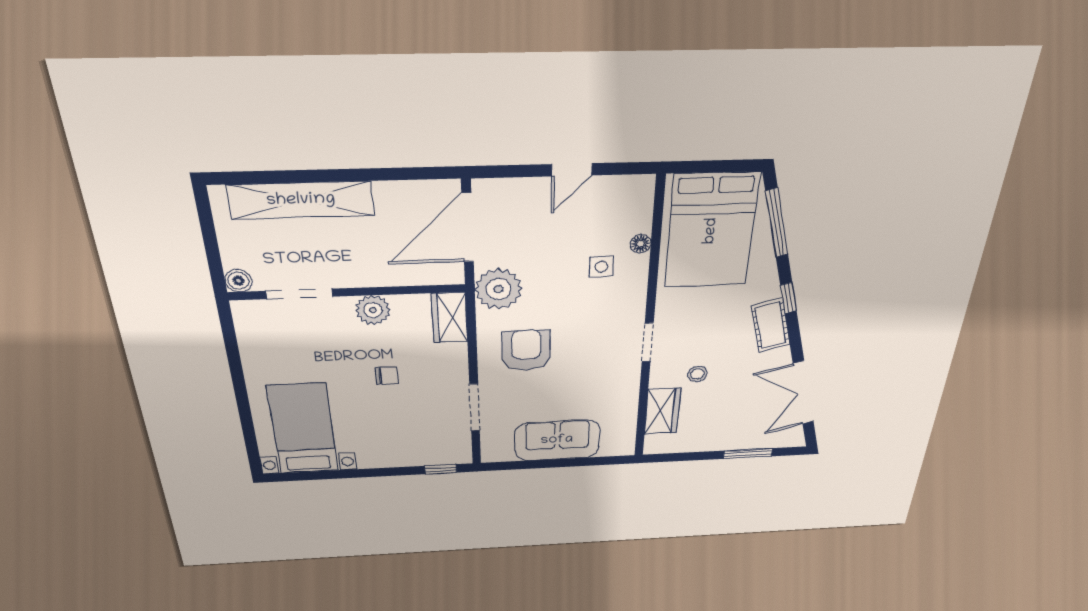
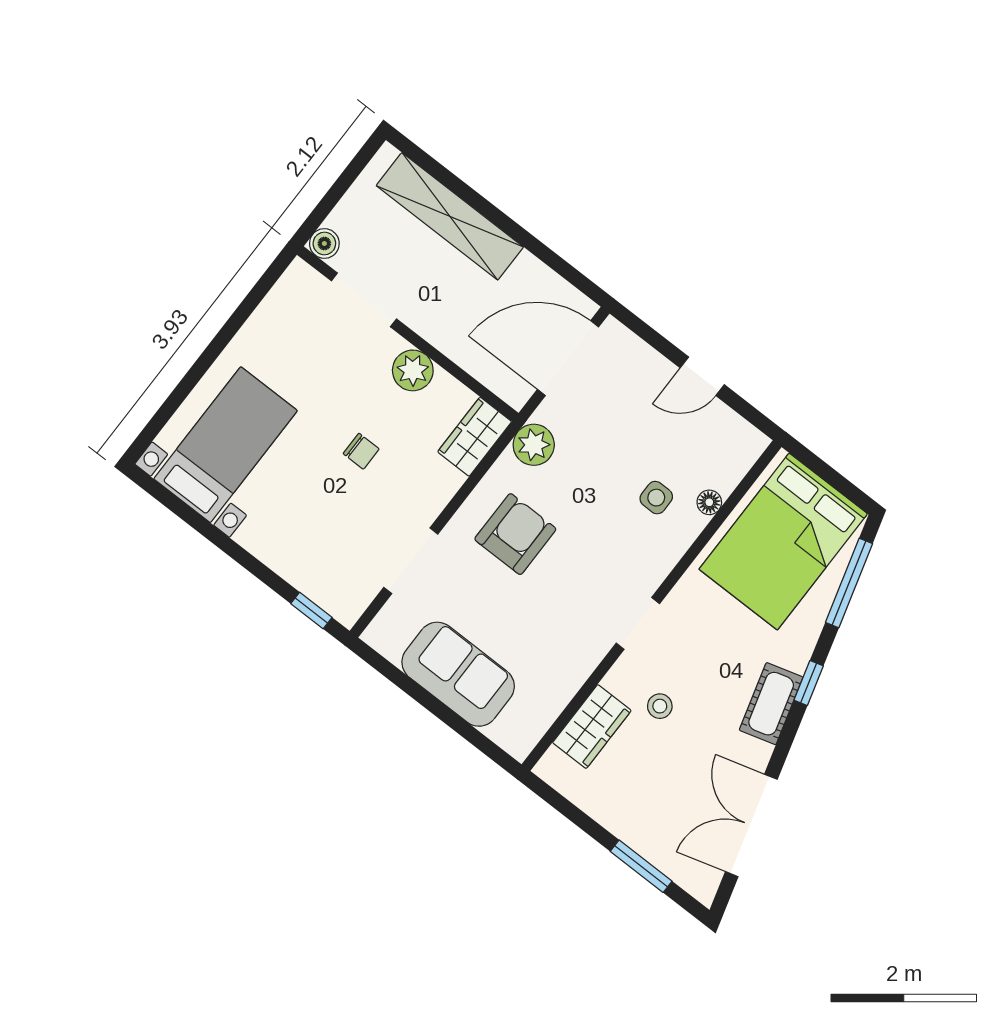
plant: (498, 289) -> (534, 445), width x0.73, depth x0.73

